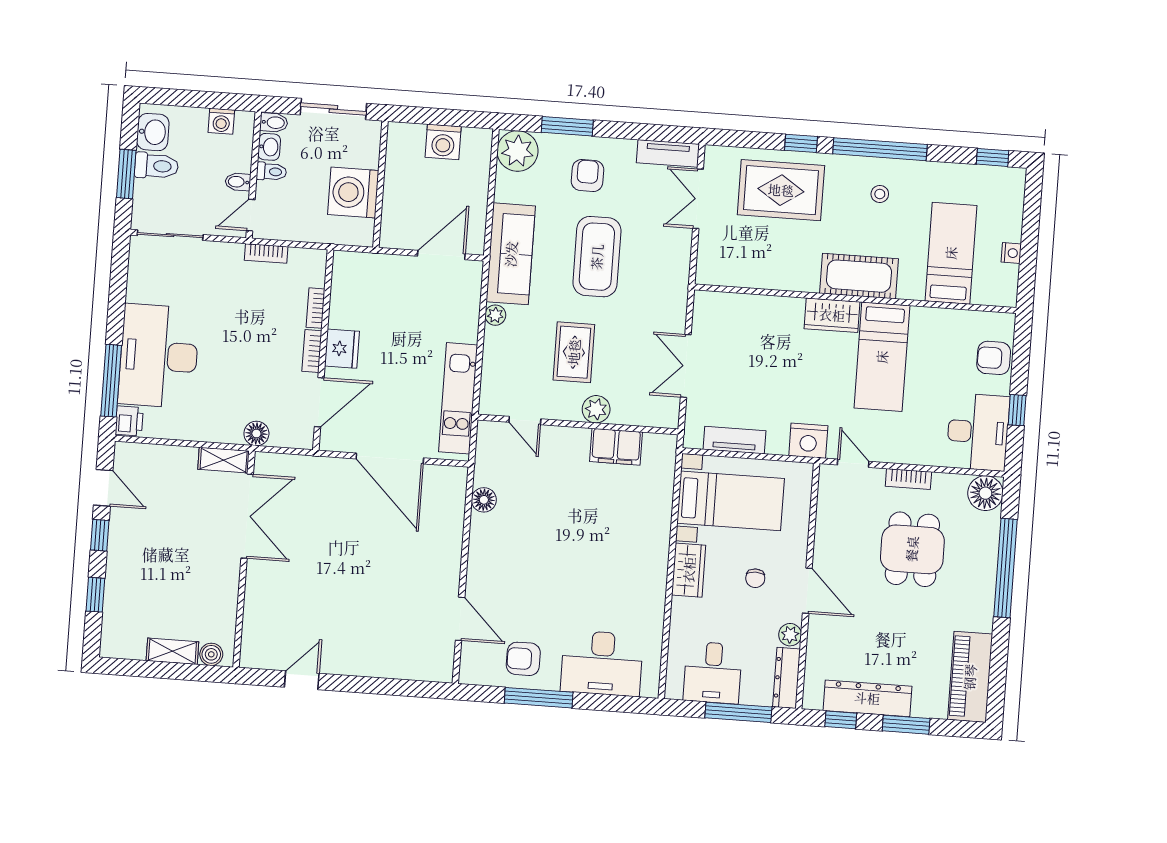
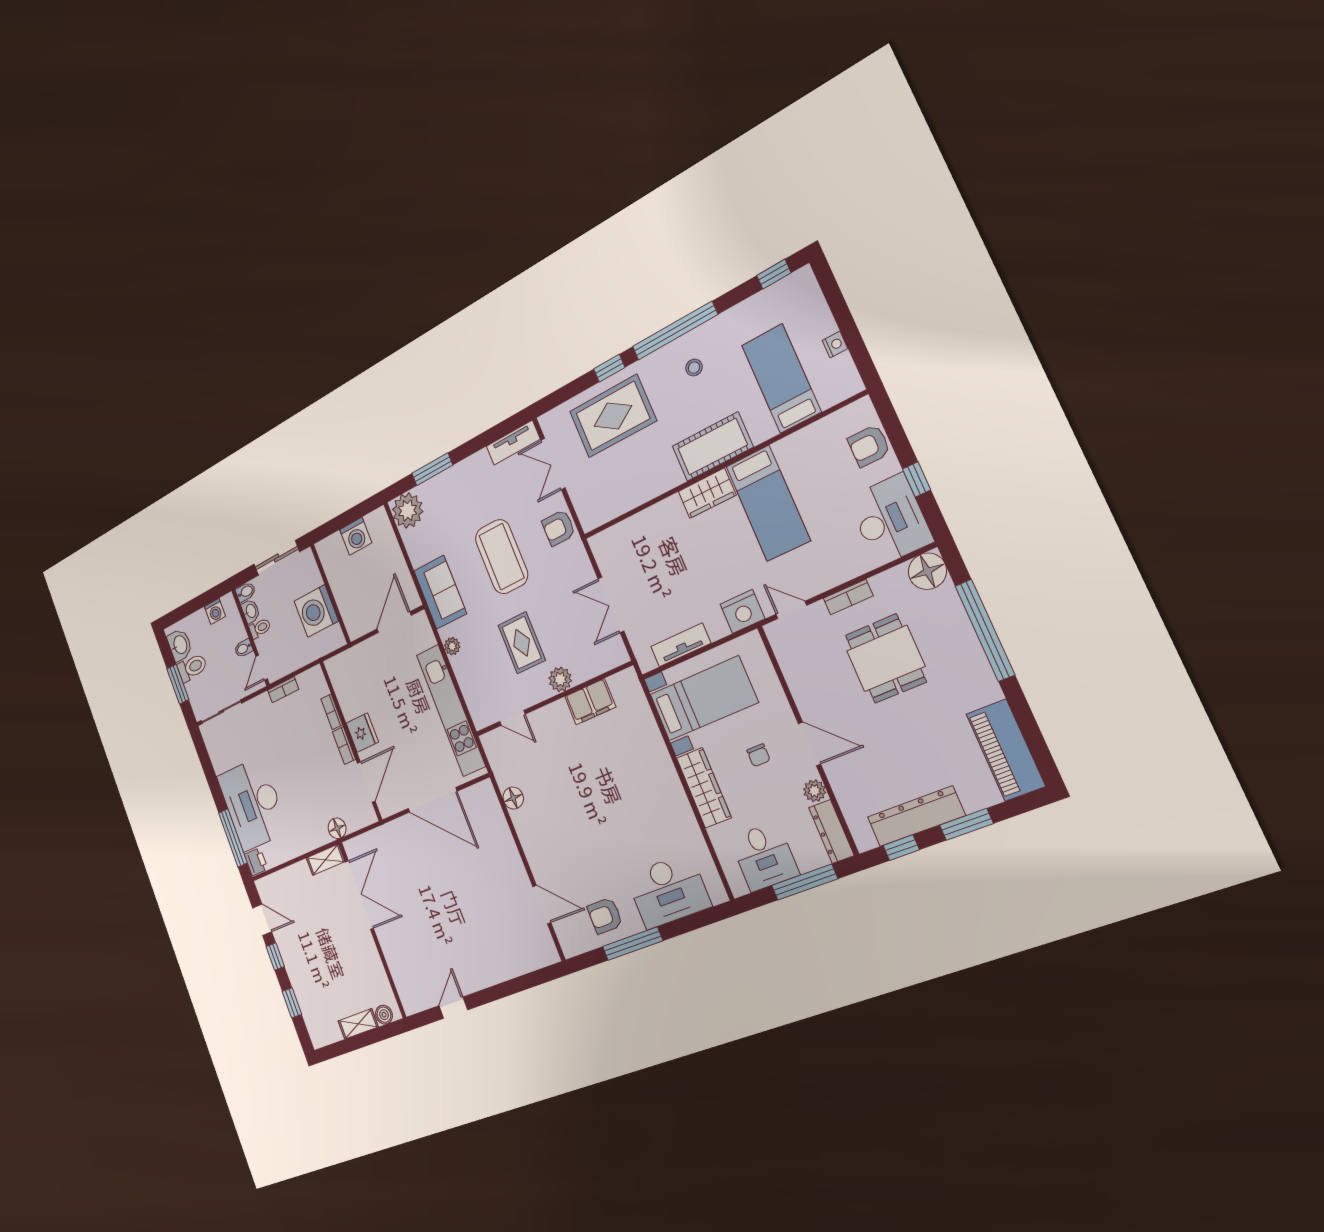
armchair: (588, 175) -> (559, 528), moved, turned -90
sofa: (511, 254) -> (440, 592), width x0.73
kitchen unit: (458, 398) -> (451, 710), width x1.36
wardrobe: (689, 570) -> (704, 788), width x1.50

